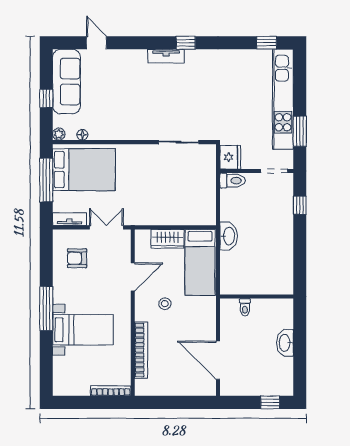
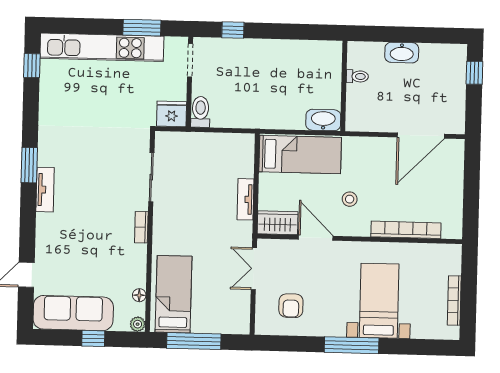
window: (186, 43) -> (29, 165), width x1.50
bookcase: (138, 135) -> (141, 227), added
bed: (84, 170) -> (174, 294), width x0.67
tv unit: (69, 219) -> (245, 199), moved
washbasin: (229, 236) -> (323, 120), moved
wardrobe: (167, 239) -> (278, 223), moved, turned -90
toilet: (245, 307) -> (357, 76), moved
bookcase: (111, 391) -> (454, 300), moved

